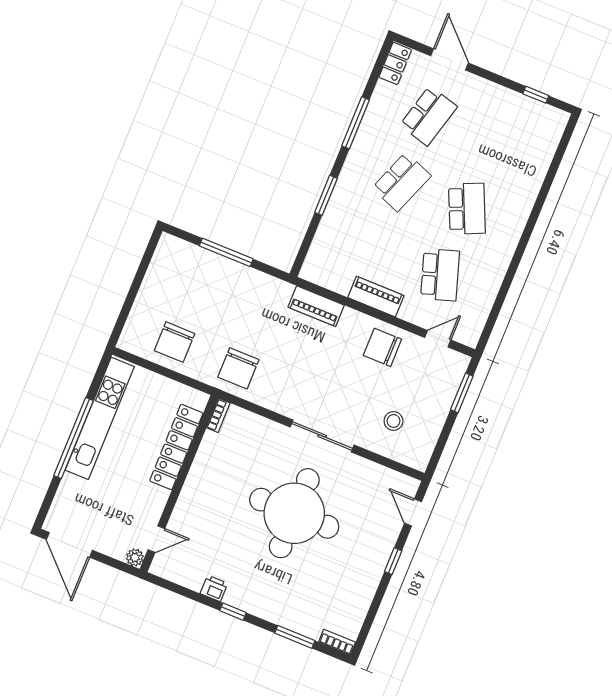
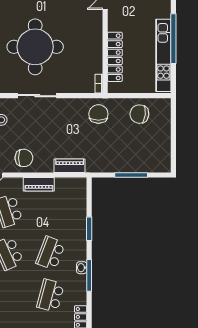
washbasin: (362, 140) -> (82, 268), added
chair: (174, 342) -> (139, 114), turned -83

